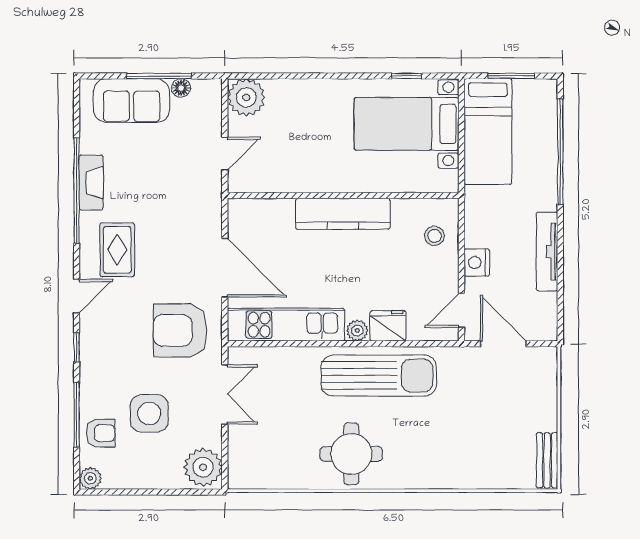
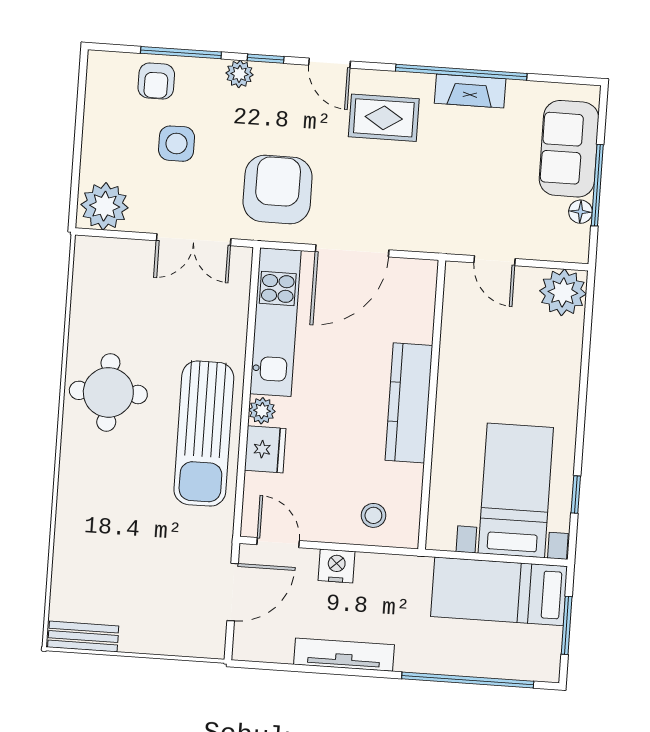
side table: (149, 413) -> (177, 144), width x0.73, depth x0.73
plant: (90, 478) -> (239, 74), moved

